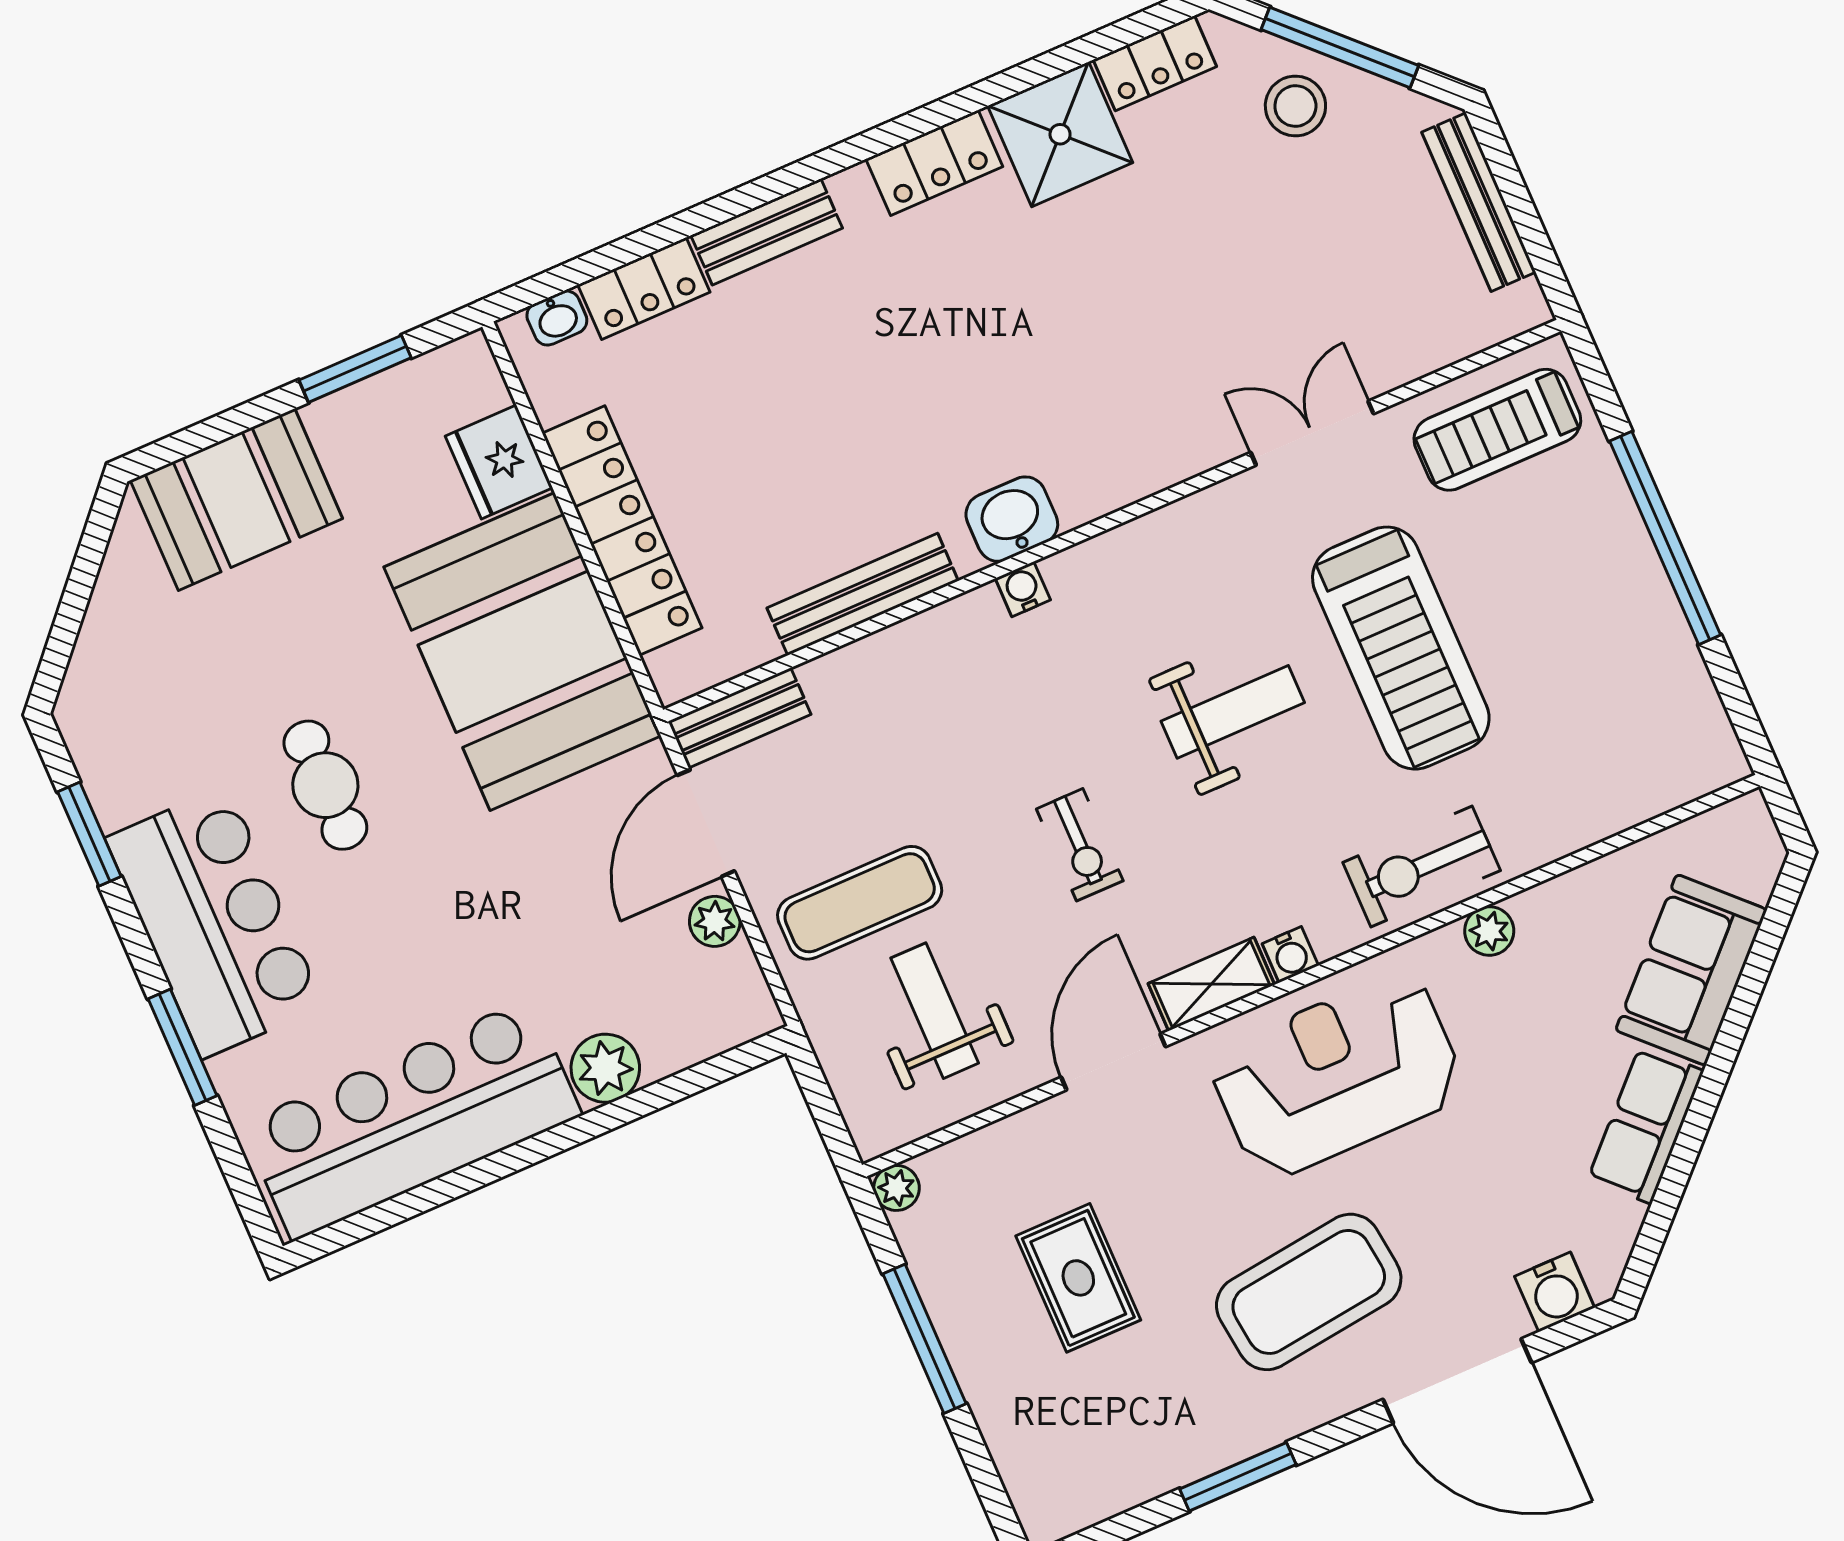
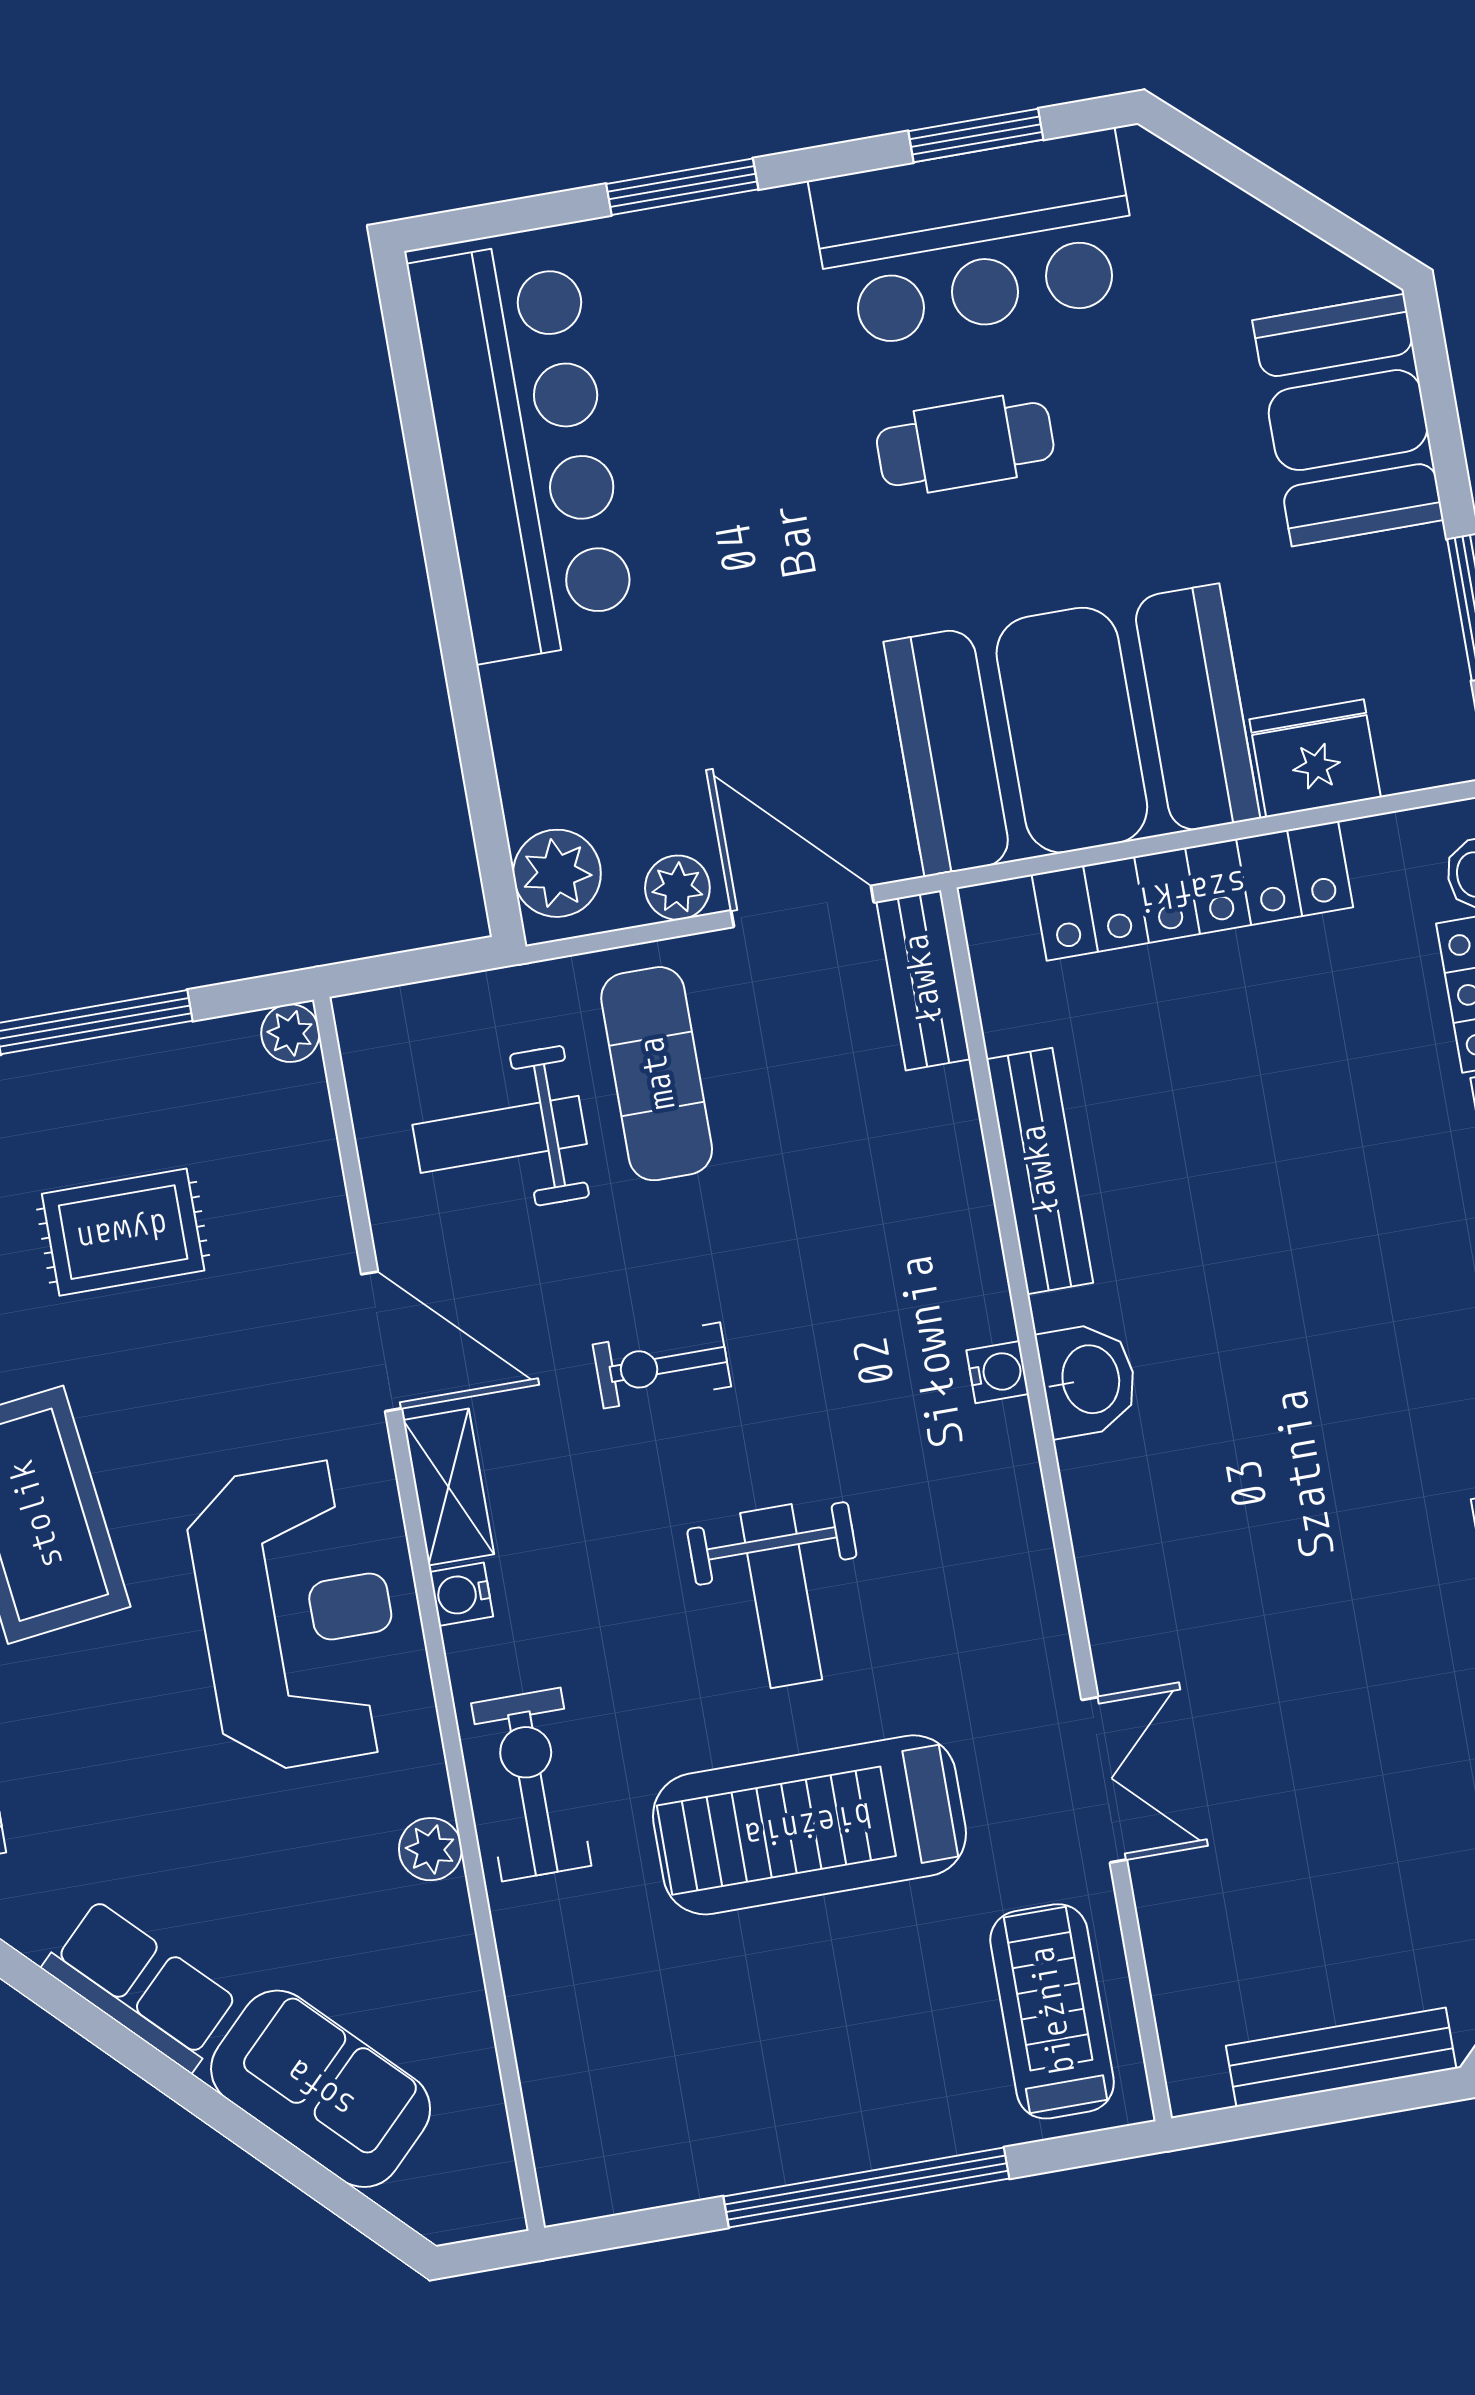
bar counter: (215, 922) -> (976, 239), moved
weight bench: (935, 1011) -> (500, 1134), turned 180
plant: (605, 1068) -> (557, 873), moved

